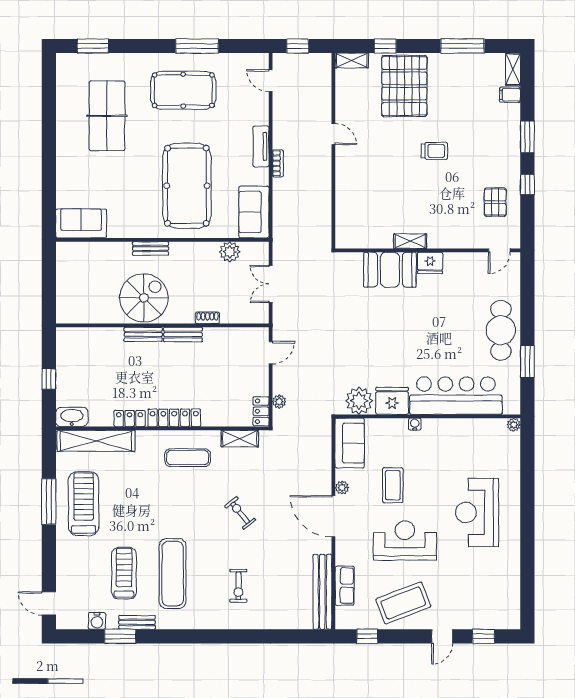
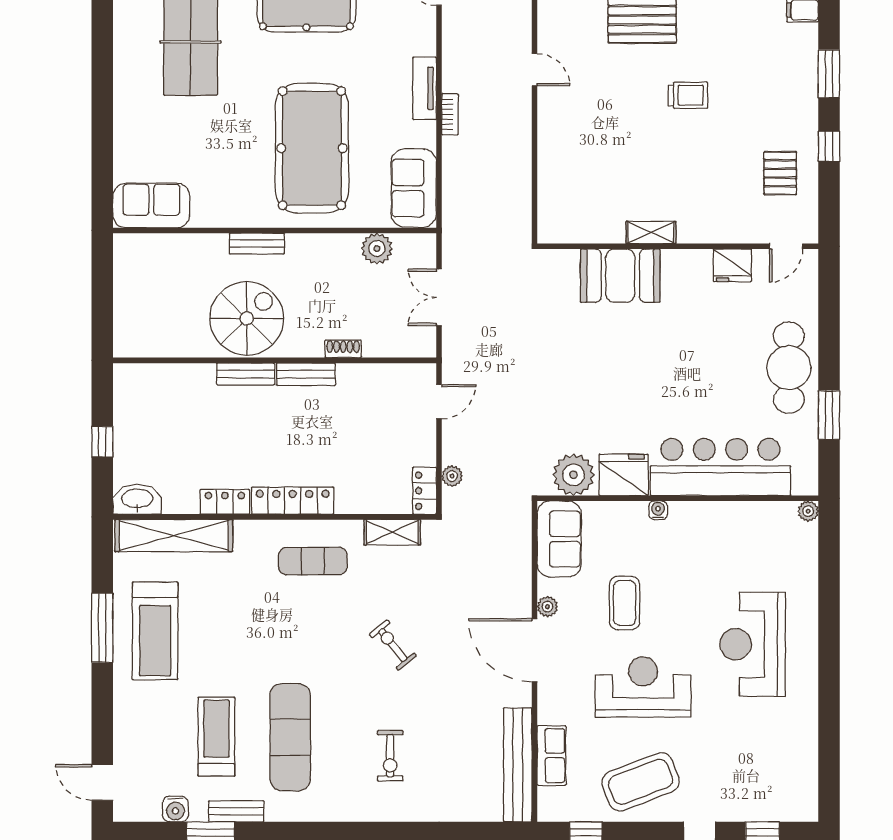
fridge: (430, 263) -> (732, 265), moved
treadmill: (84, 504) -> (155, 631), turned 180

